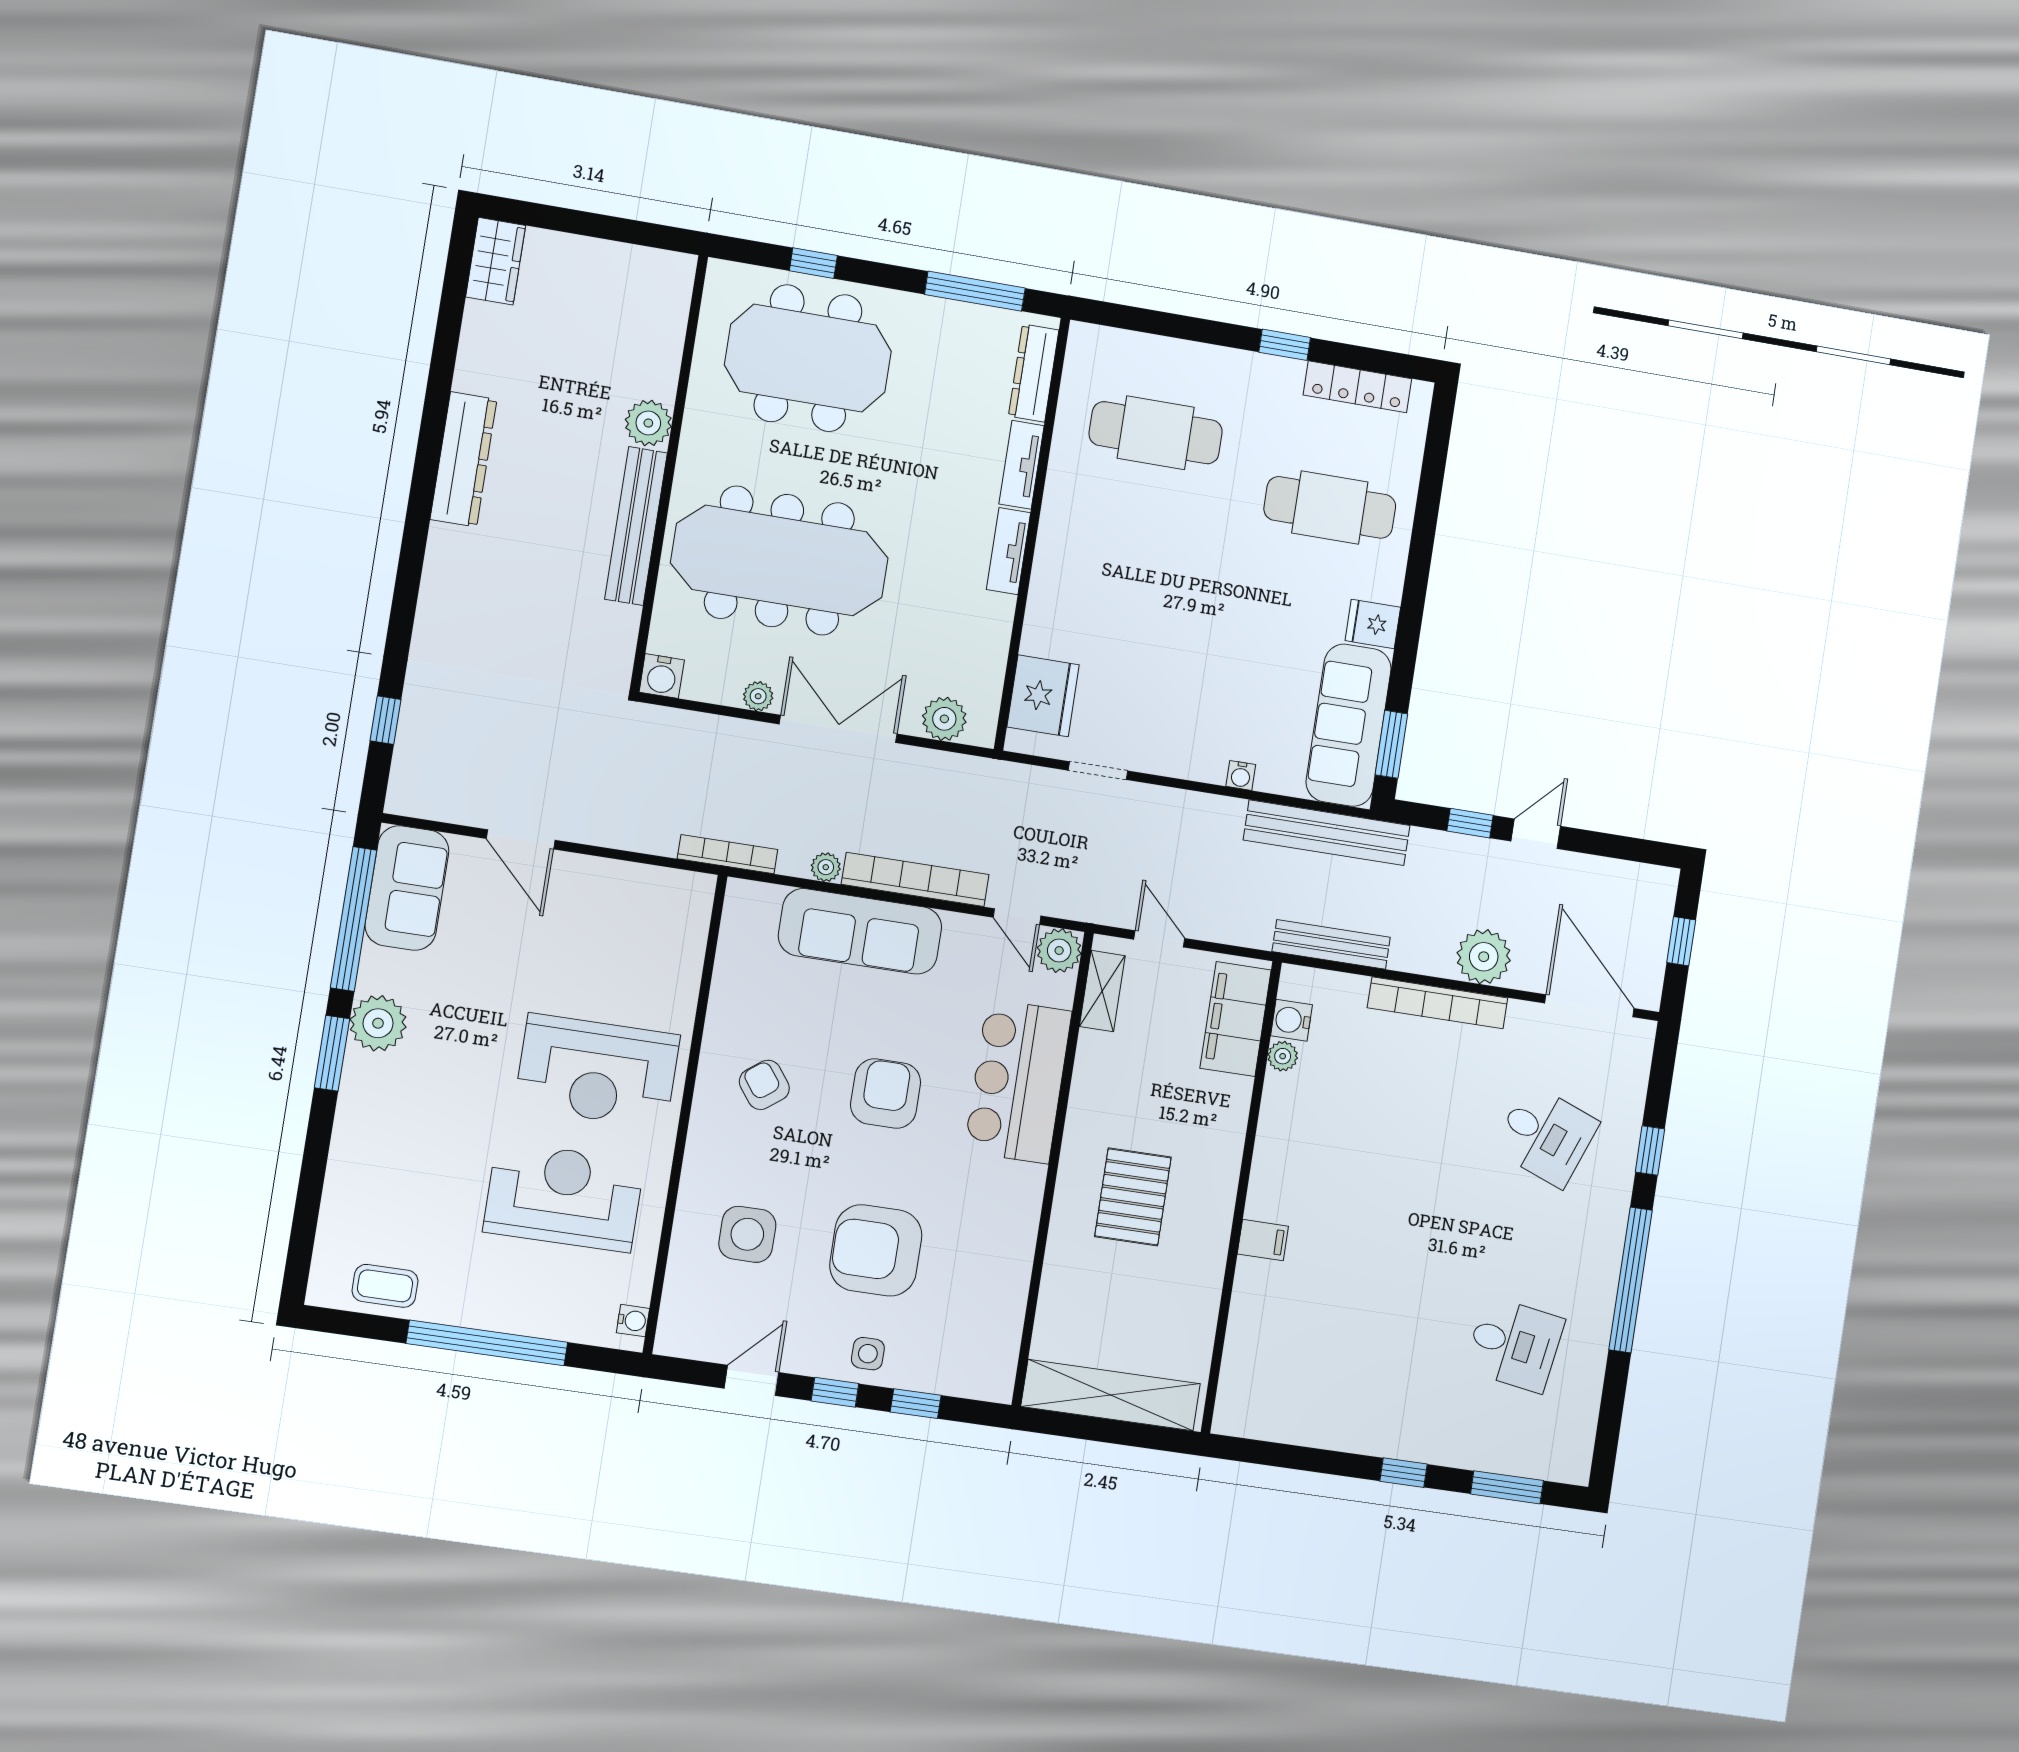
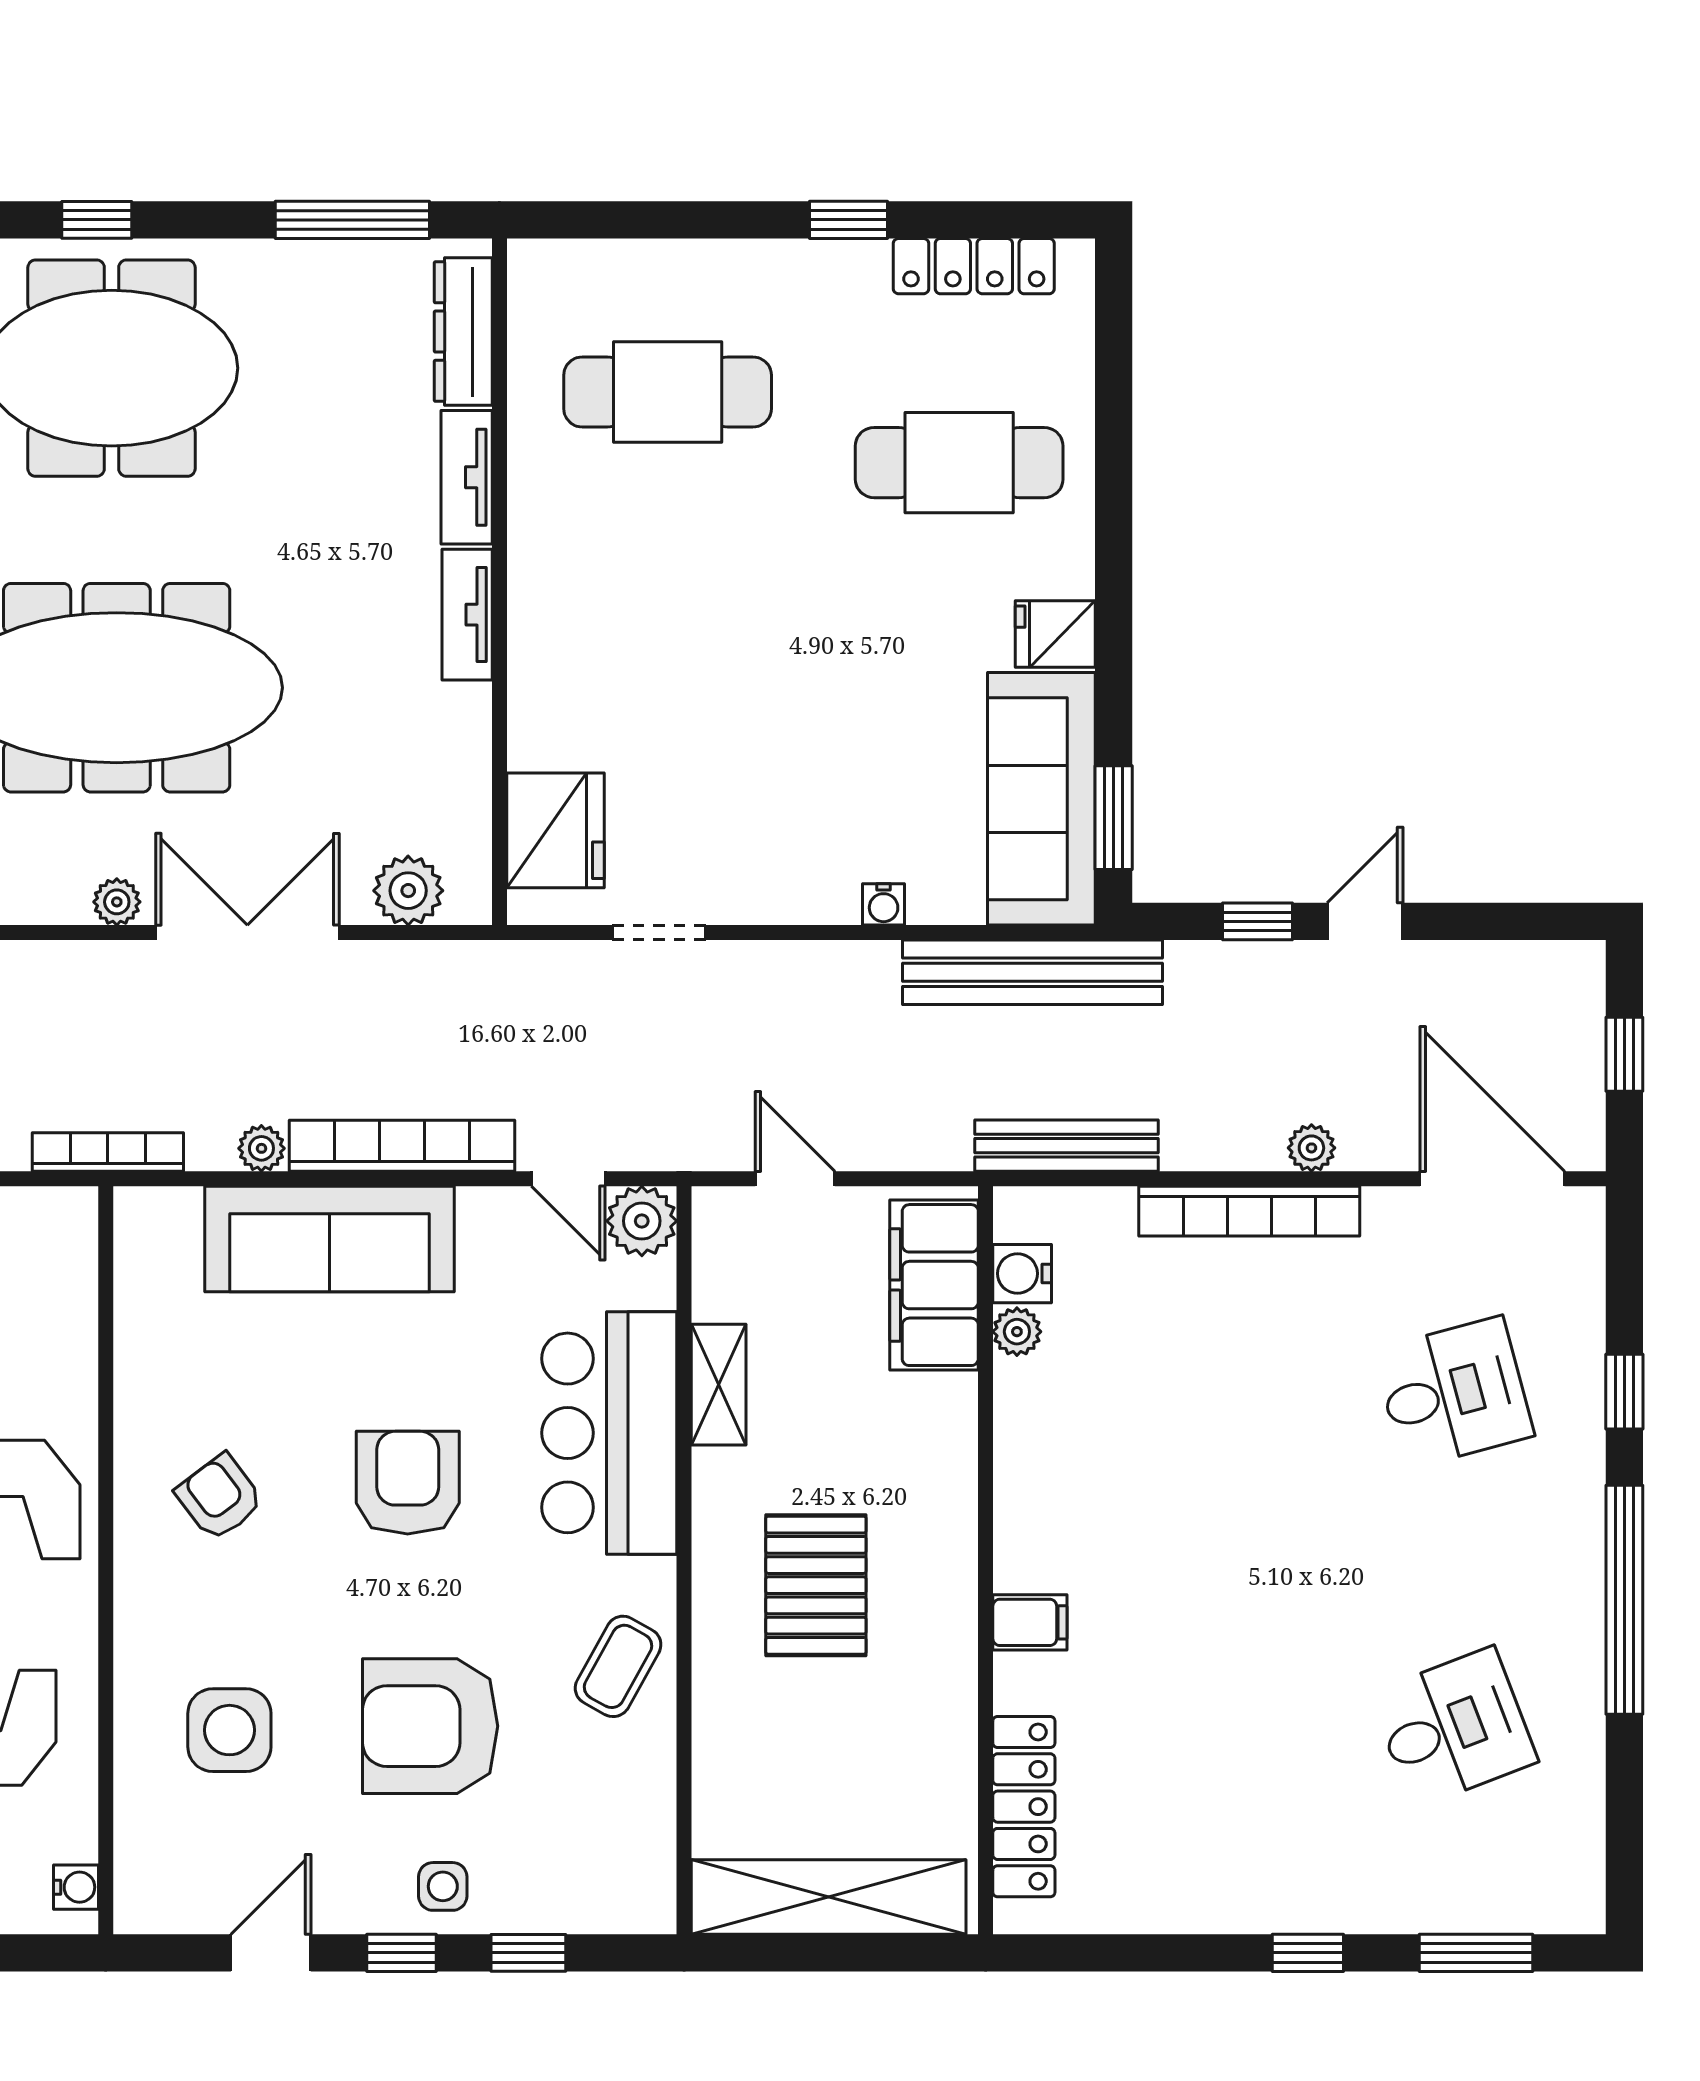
plant: (1484, 957) -> (1311, 1148), width x0.53, depth x0.53
shelving: (1102, 991) -> (719, 1385), moved
desk: (1546, 1135) -> (1453, 1393), turned -36
coffee table: (1001, 1230) -> (618, 1666), added
desk: (1514, 1344) -> (1453, 1728), turned -30
locker: (1241, 1356) -> (1024, 1807), added

